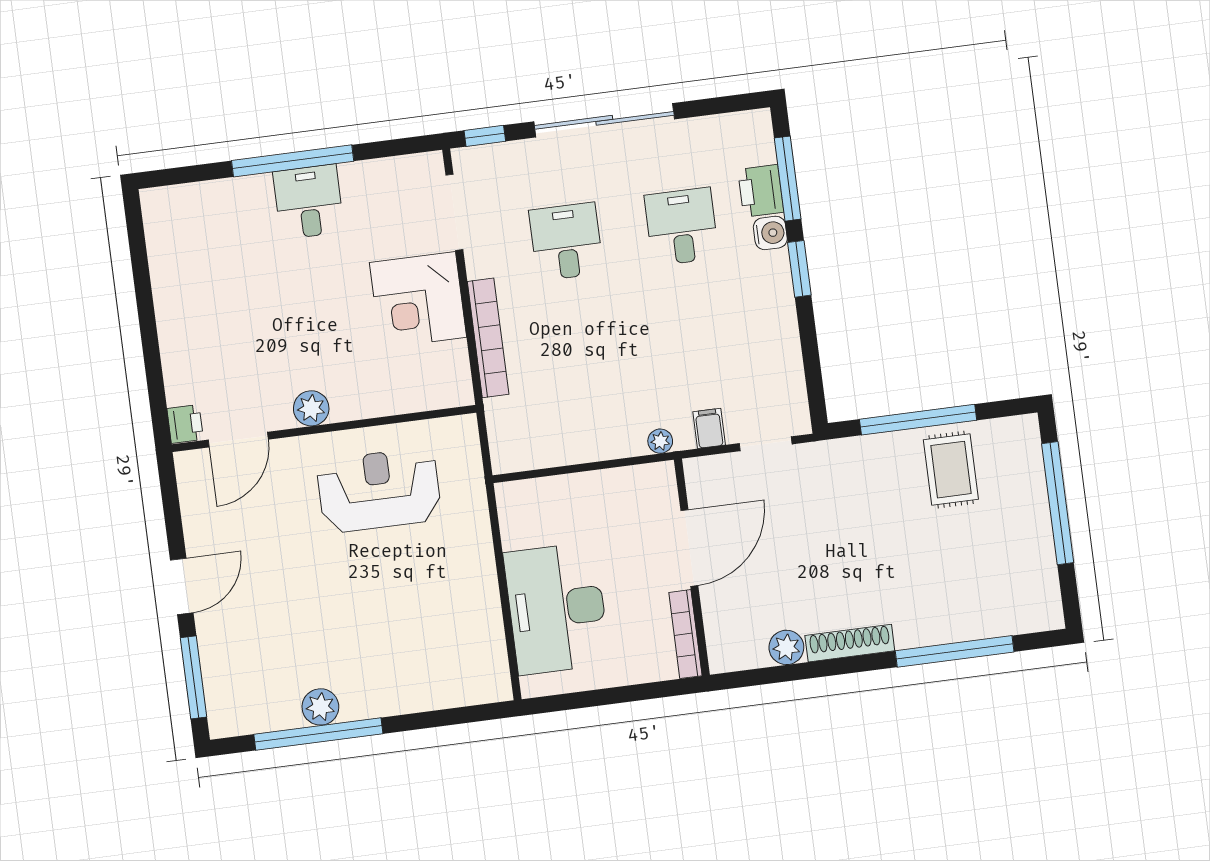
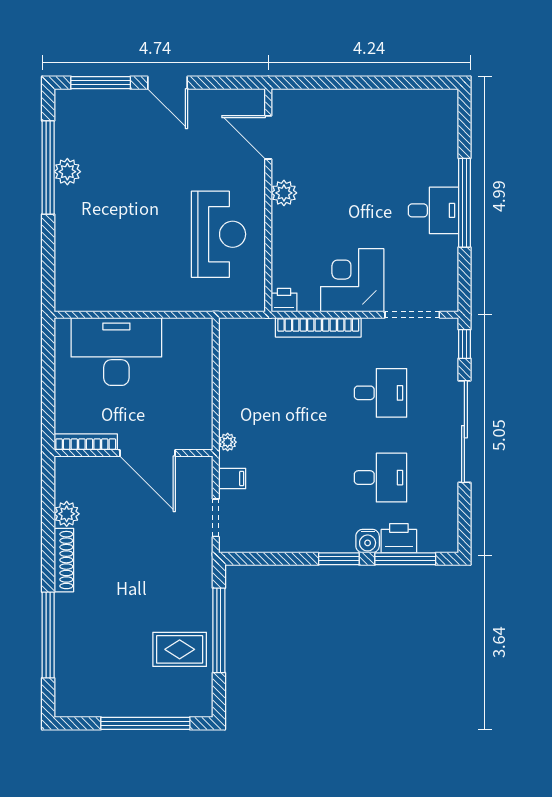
printer: (185, 424) -> (284, 300), moved, turned 180

